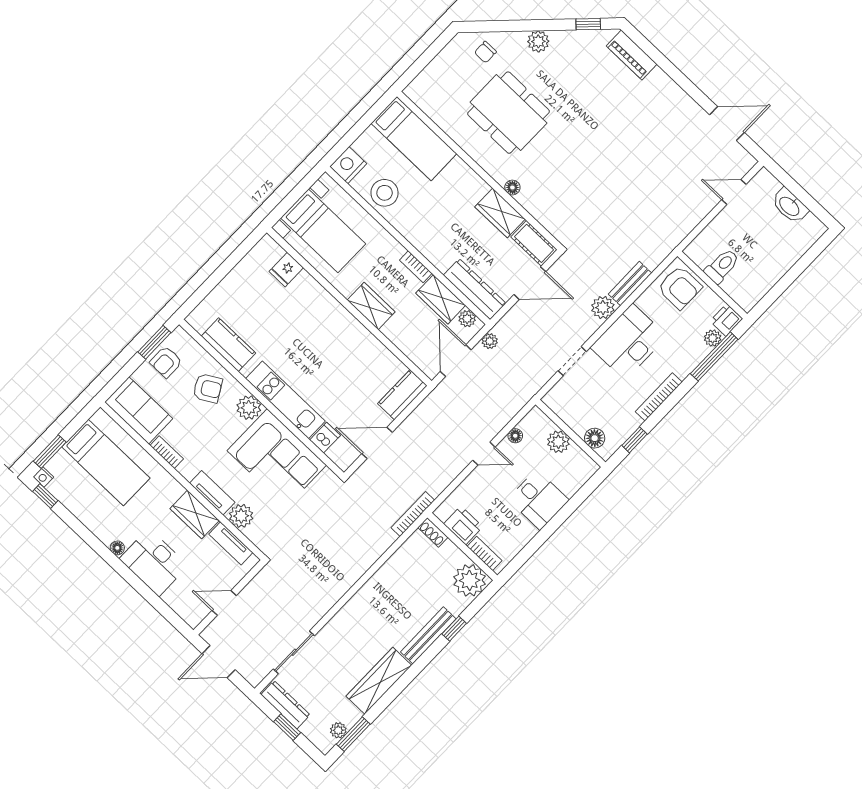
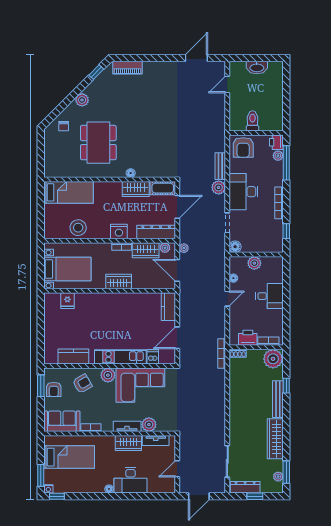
dining table: (509, 113) -> (98, 143), turned 90
nightstand: (348, 165) -> (119, 231), moved, turned -90
armchair: (680, 288) -> (243, 147), turned 90
floor lamp: (595, 438) -> (235, 247), moved

